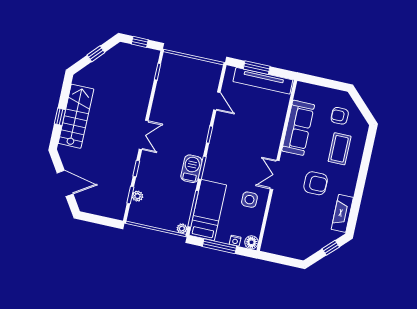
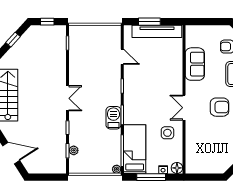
sofa: (298, 128) -> (195, 64), width x0.73

